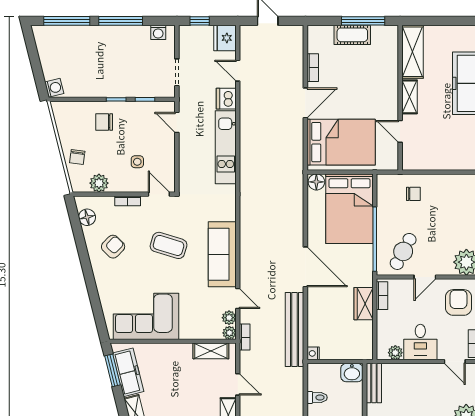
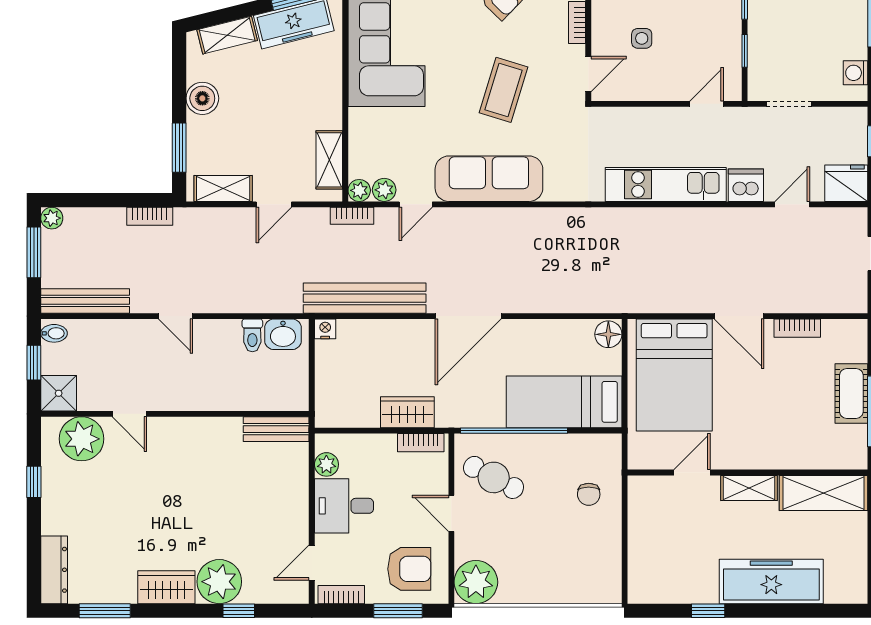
bed: (350, 209) -> (564, 402), width x0.67
washbasin: (352, 373) -> (283, 334), moved, turned -90

